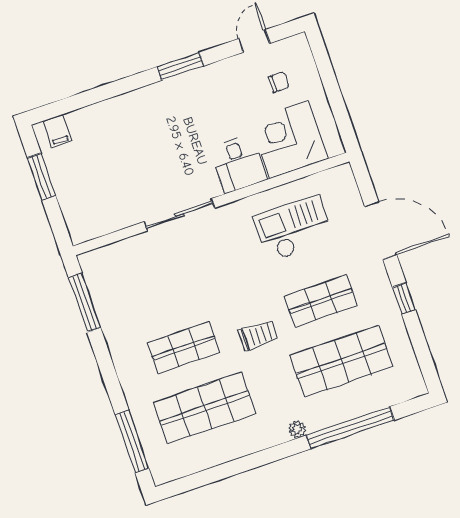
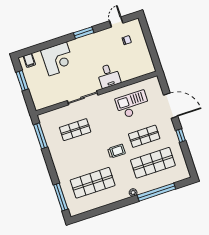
corner desk: (289, 139) -> (58, 59), moved, turned 180
shop shelf: (184, 348) -> (75, 130), moved

